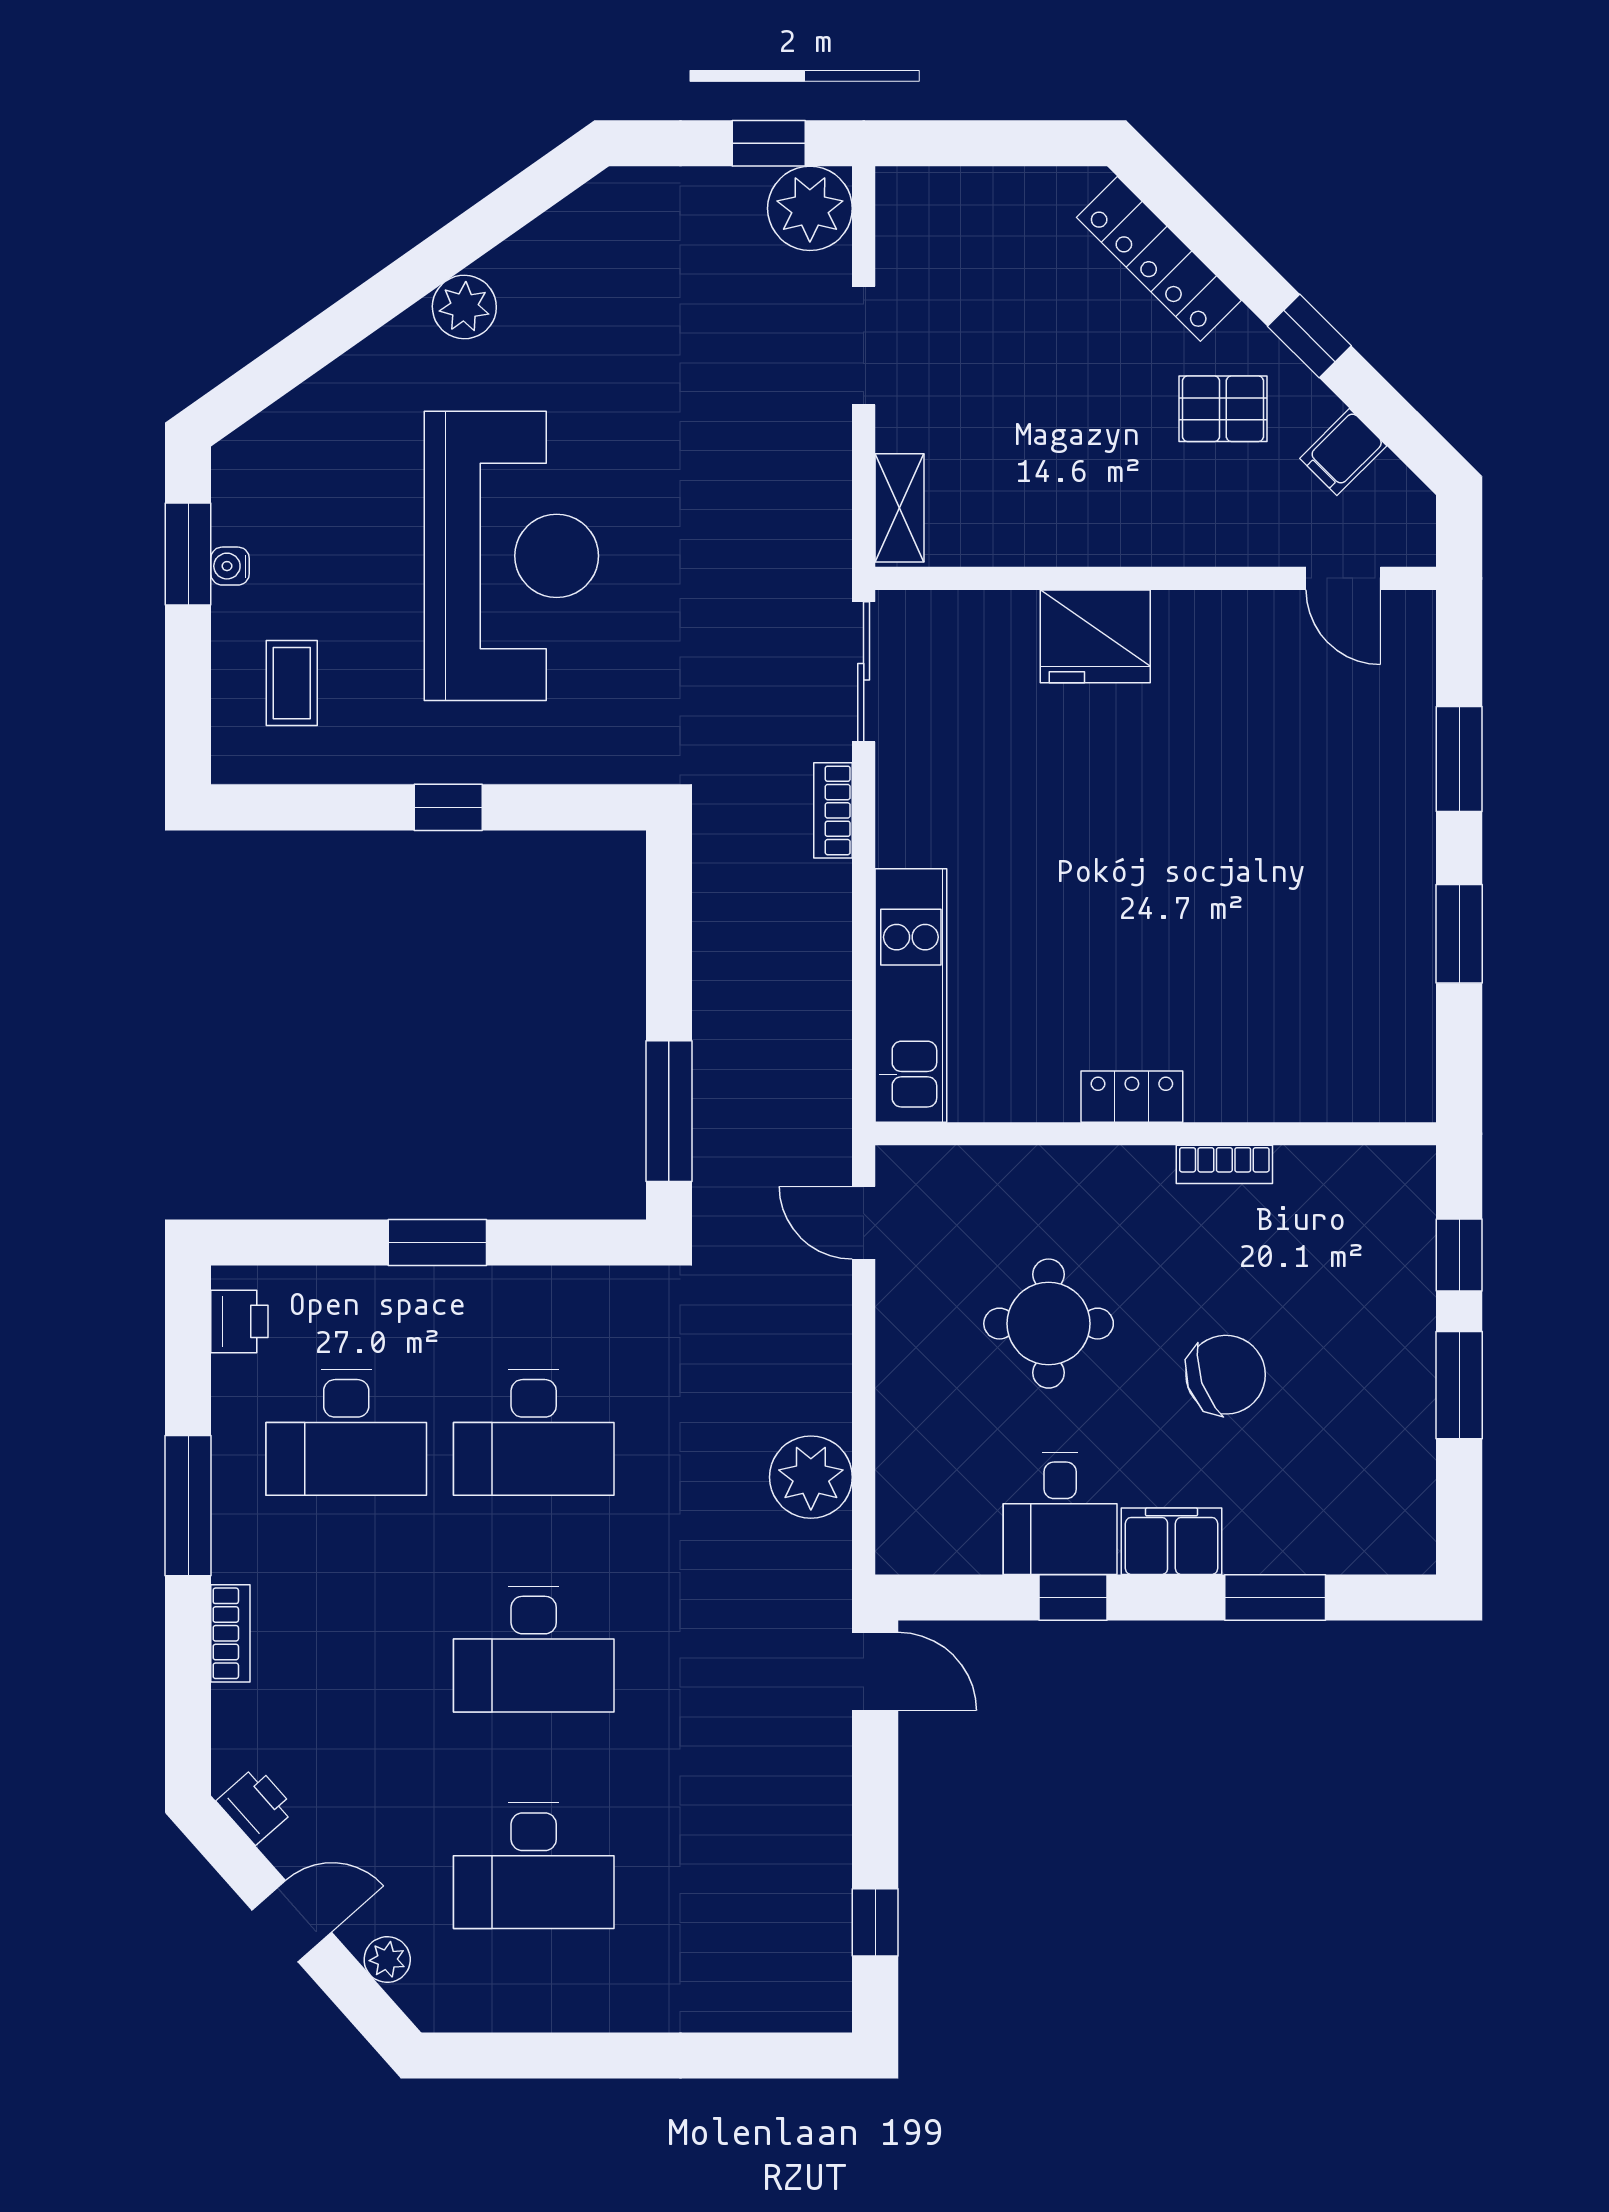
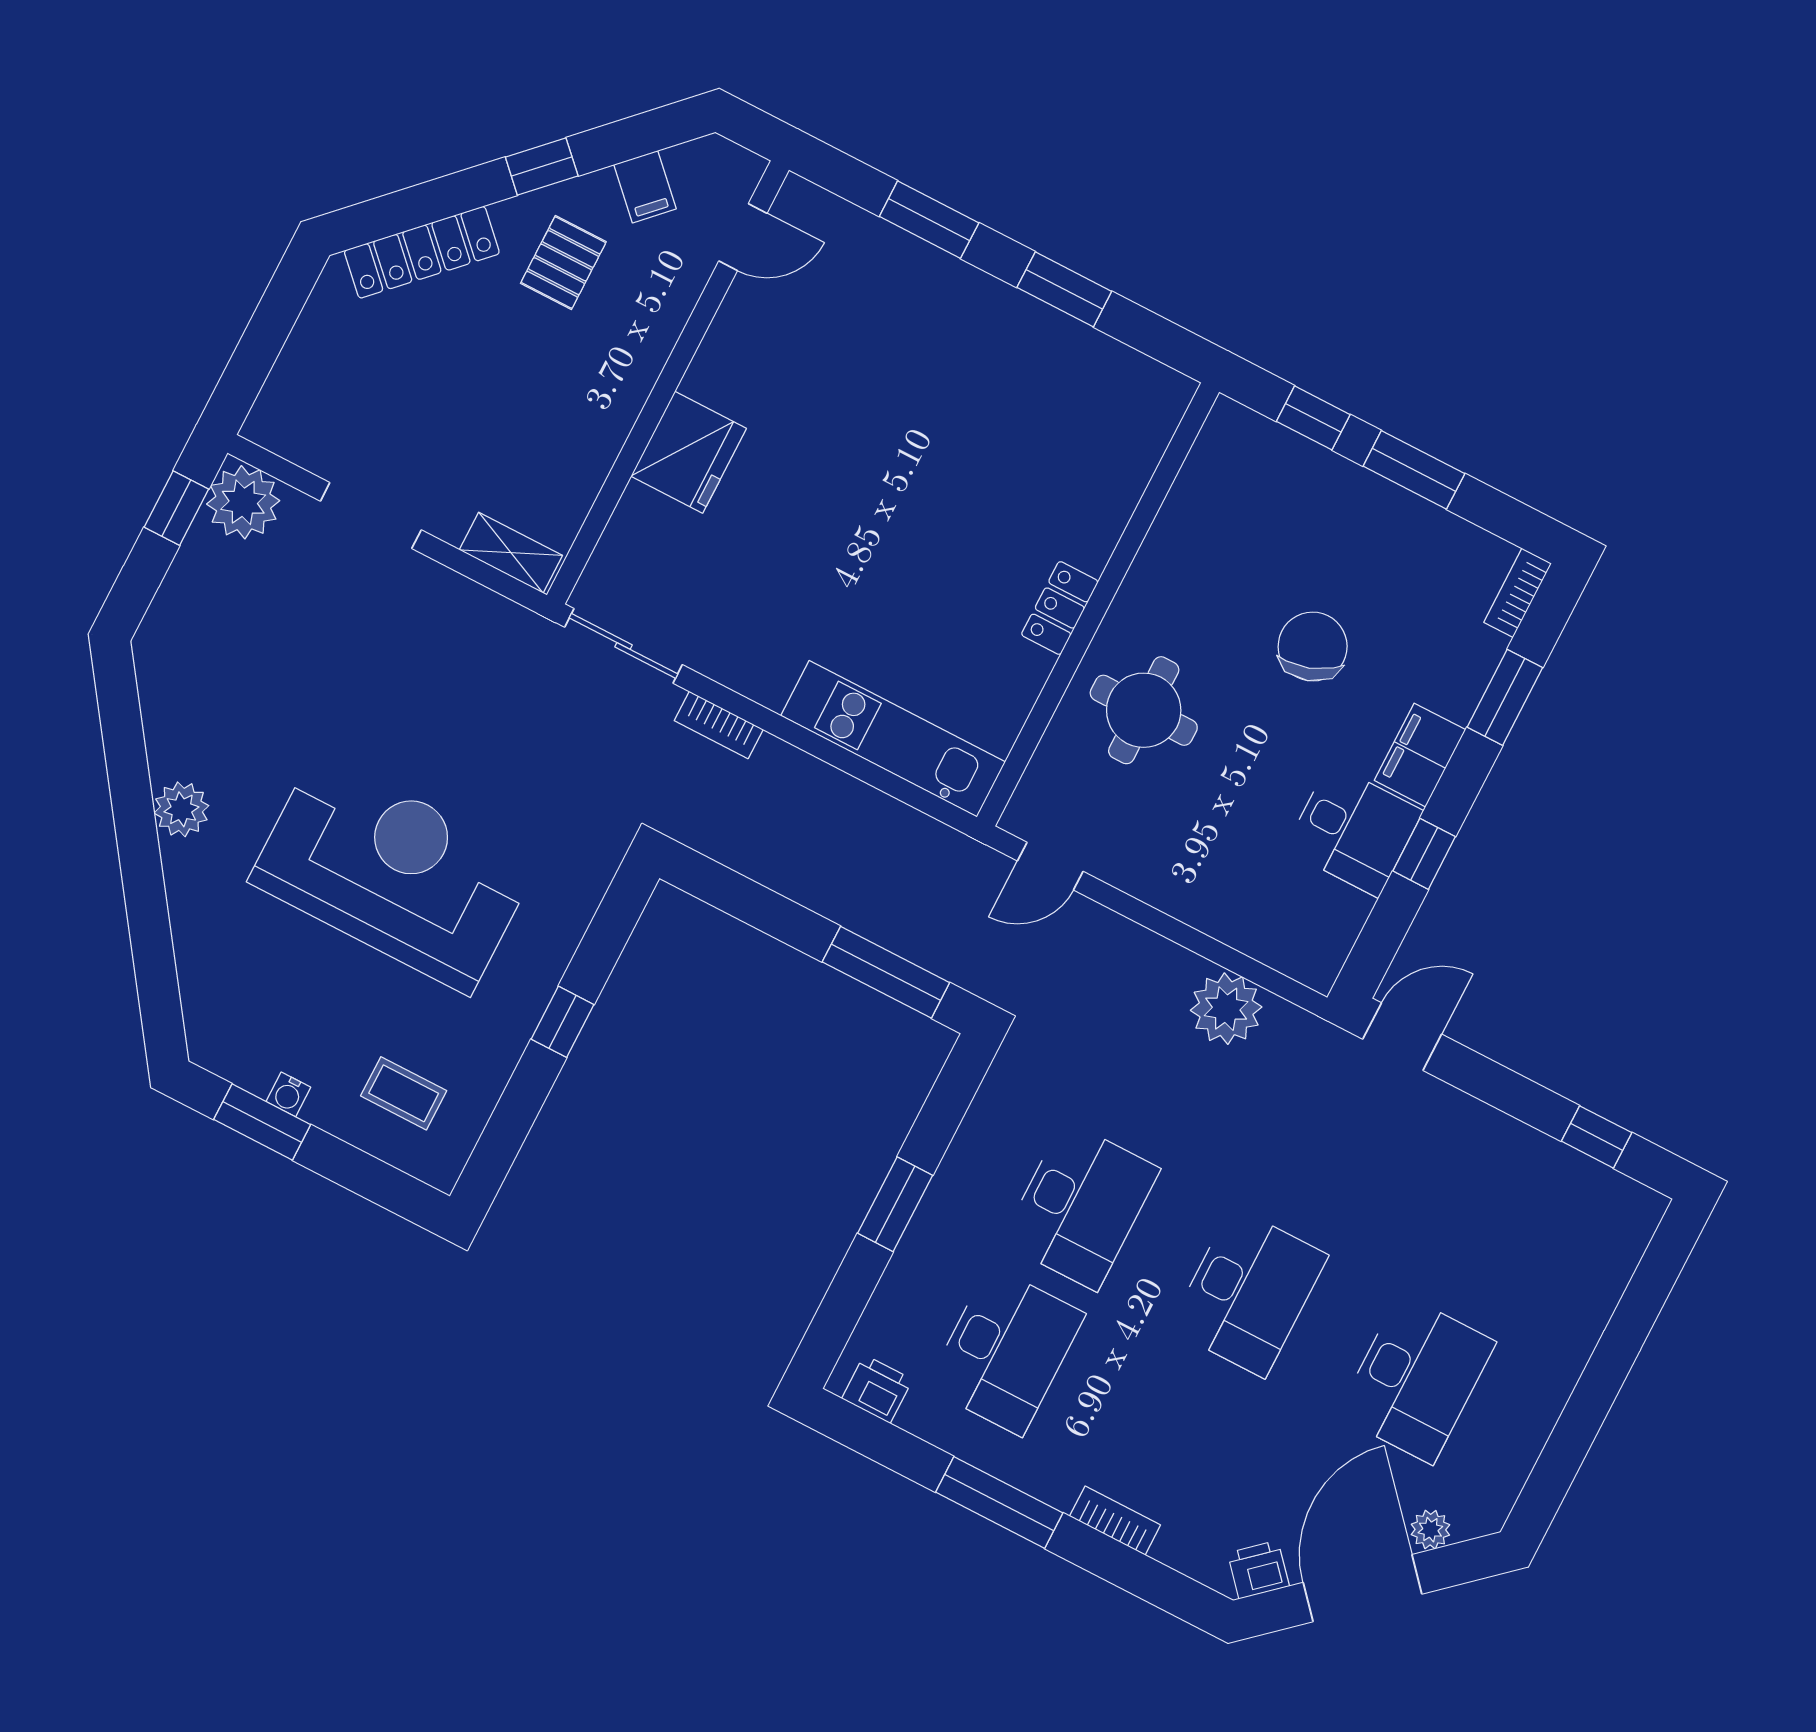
bookcase: (1224, 1164) -> (1518, 593), moved, turned 180
round table: (1049, 1324) -> (1144, 710), moved
door: (292, 1921) -> (1362, 1588), width x1.87

